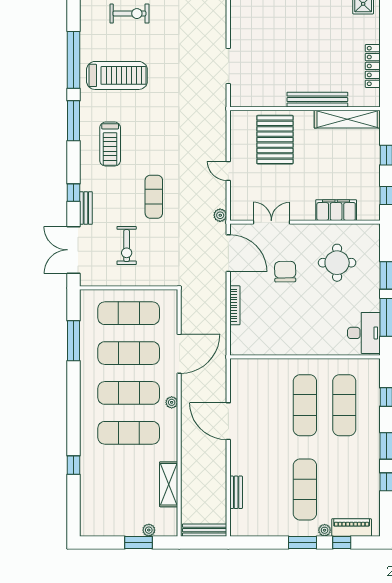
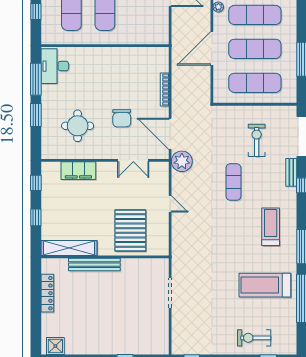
plant: (220, 215) -> (182, 161), width x1.88, depth x1.88

